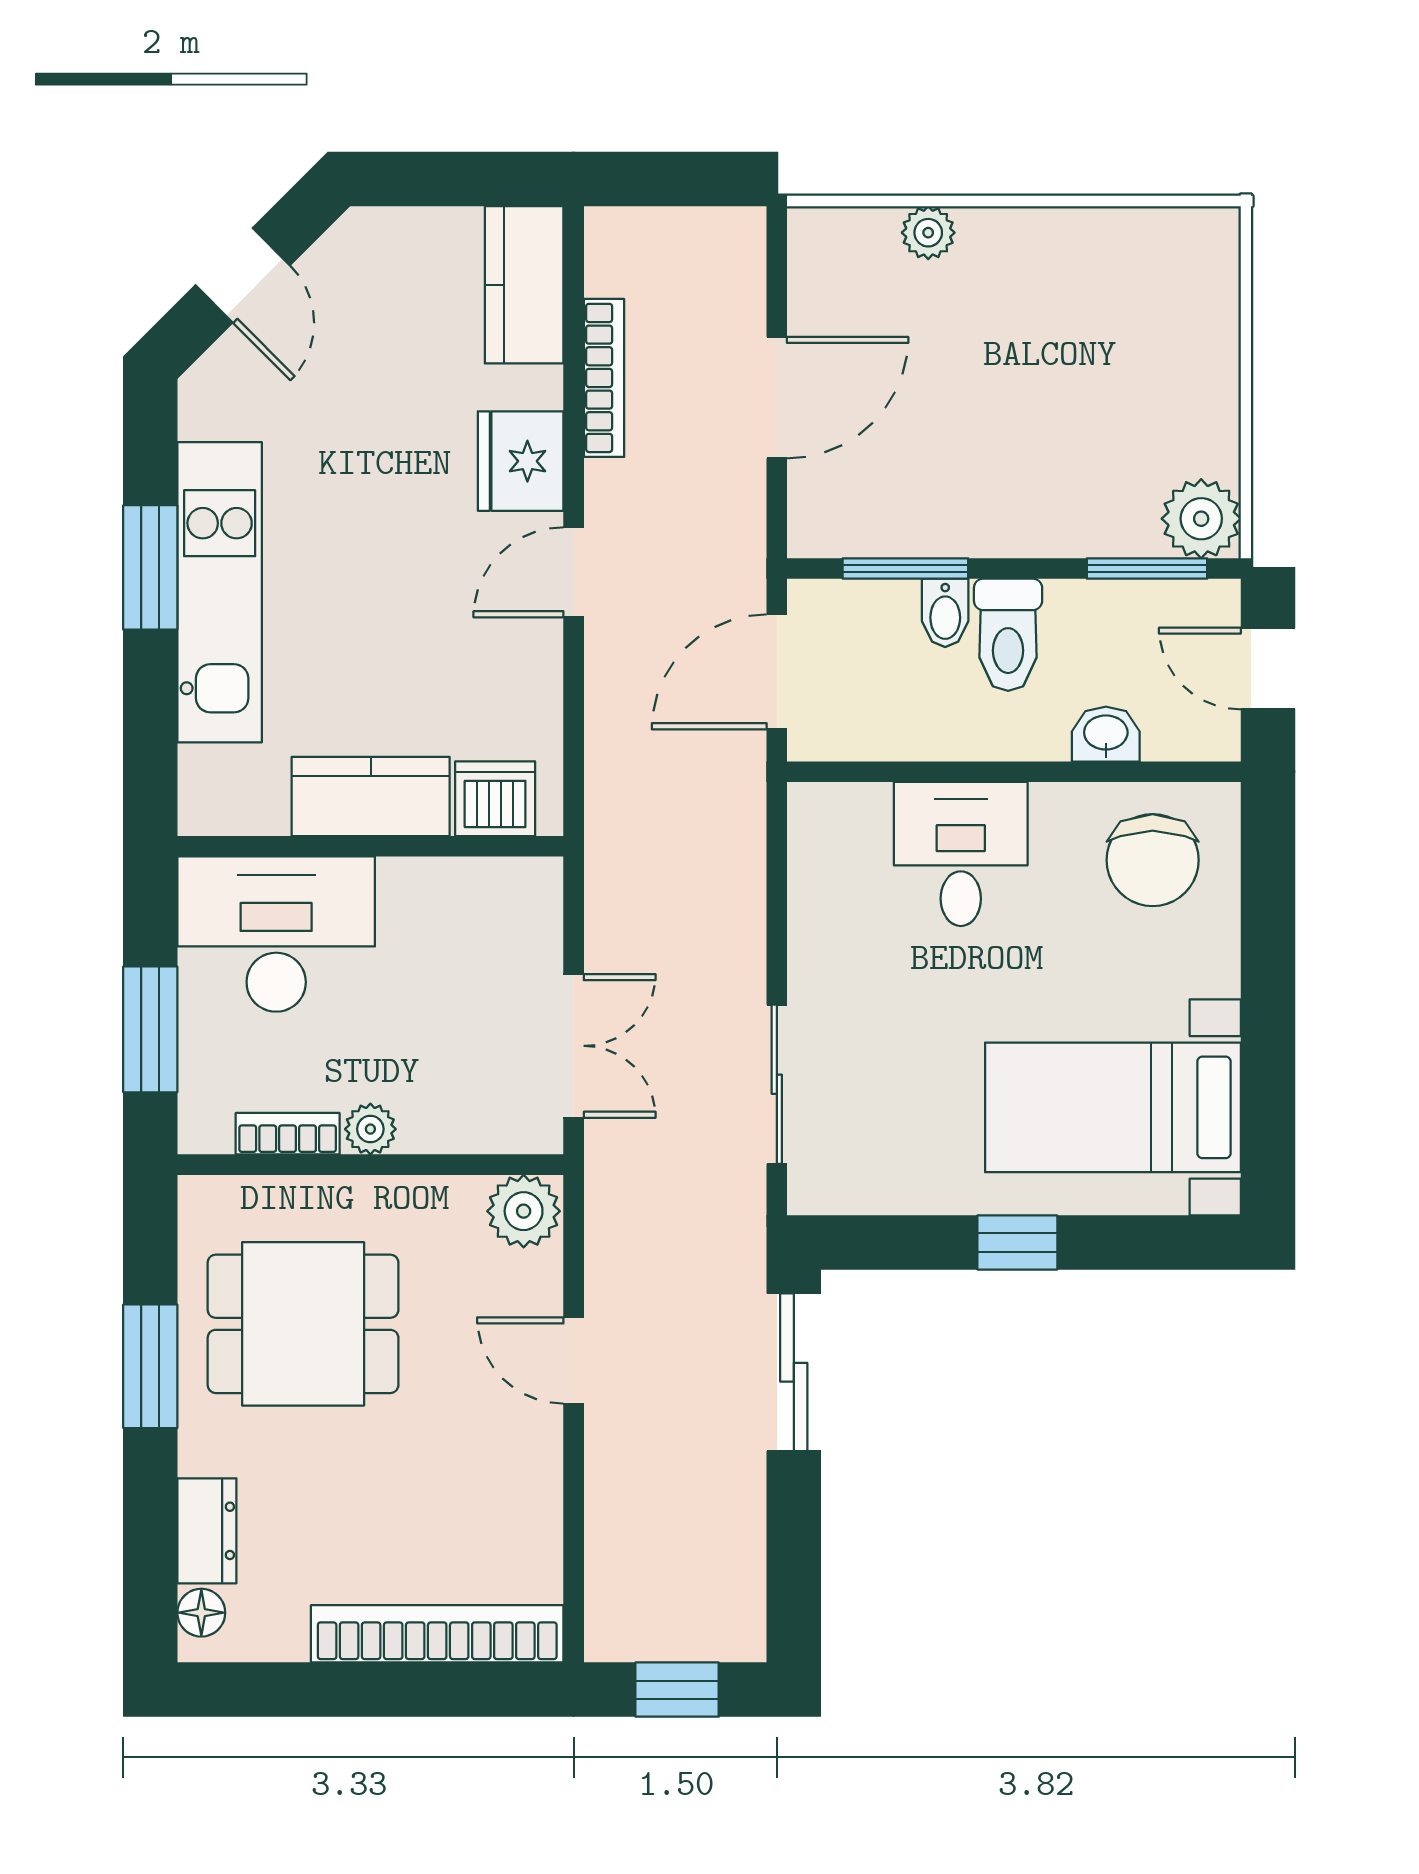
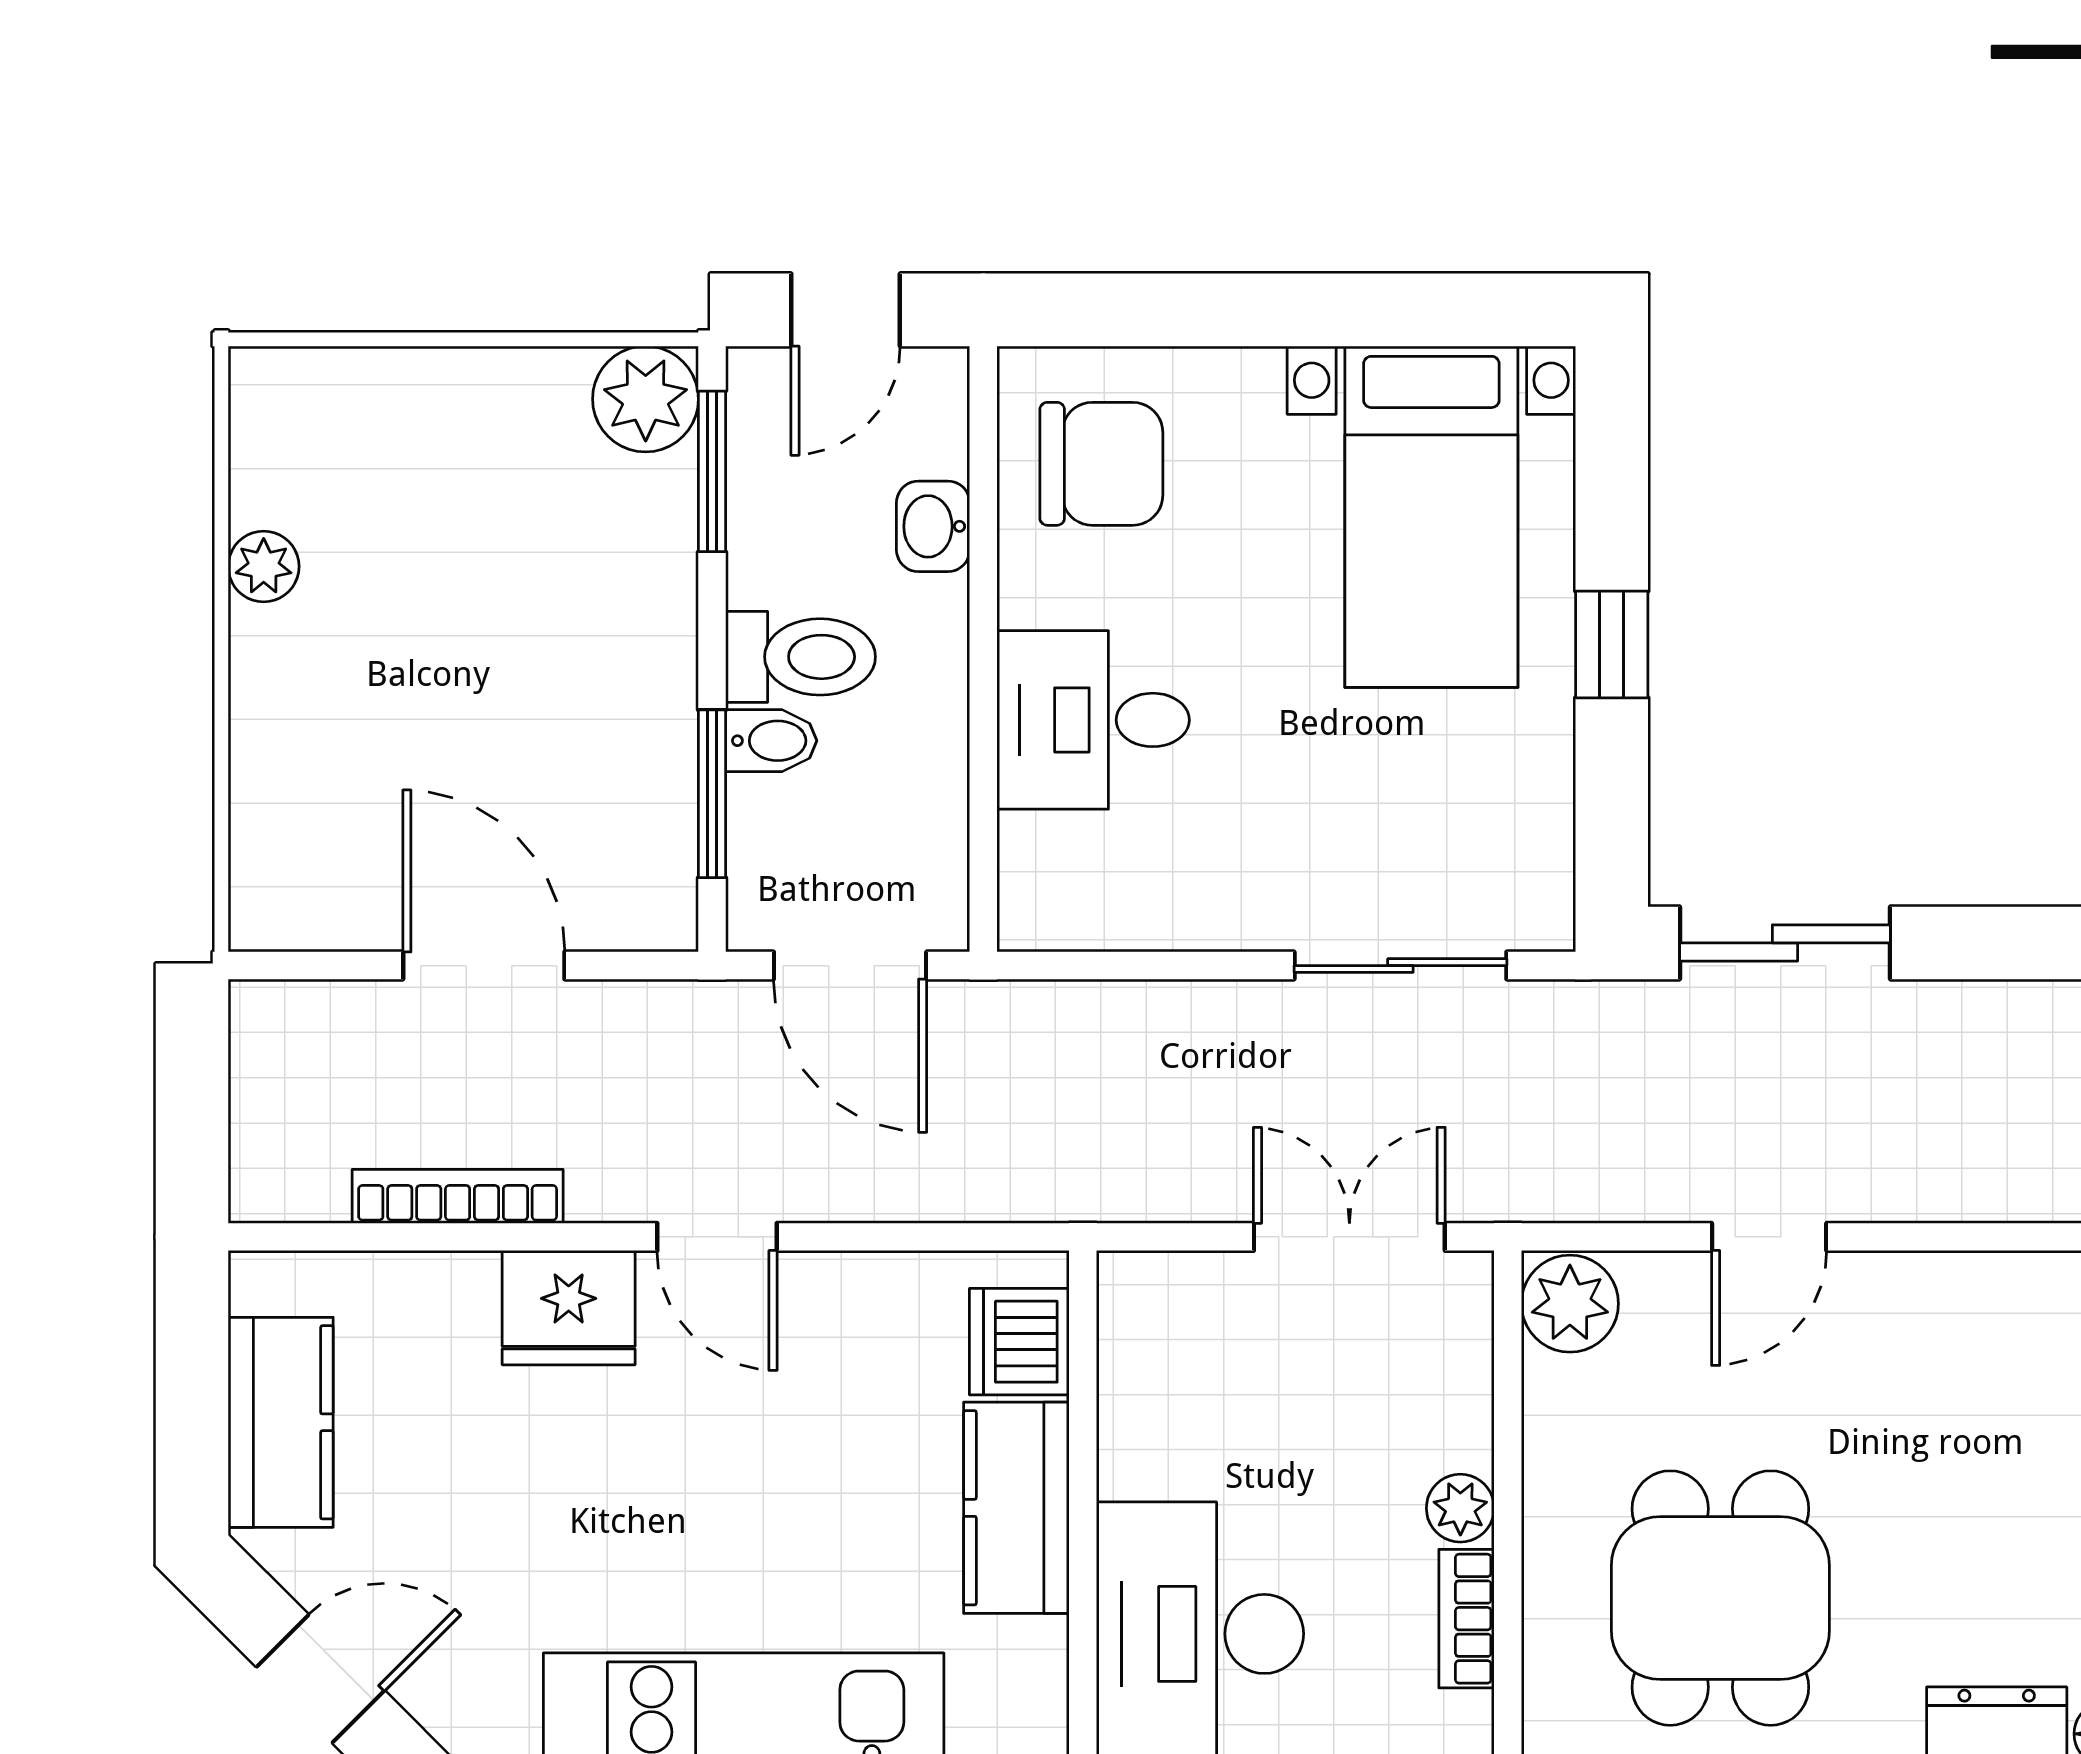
plant: (928, 233) -> (264, 566), moved
kitchen counter: (524, 285) -> (281, 1422), moved, turned -90

